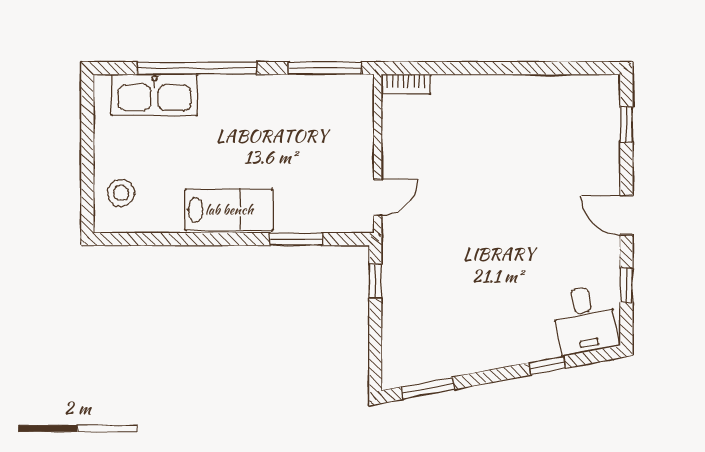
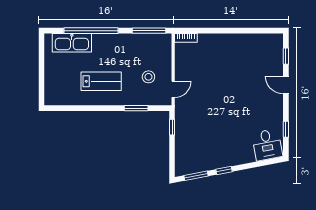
stool: (121, 193) -> (148, 77), moved
lab bench: (229, 210) -> (101, 81), moved
door: (626, 215) -> (286, 85), moved
window: (547, 365) -> (224, 170), moved

